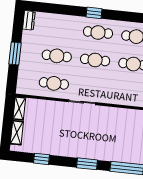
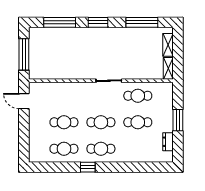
window: (94, 13) -> (88, 167), moved
dresser: (29, 20) -> (168, 142), moved
window: (42, 159) -> (142, 22), width x2.17

